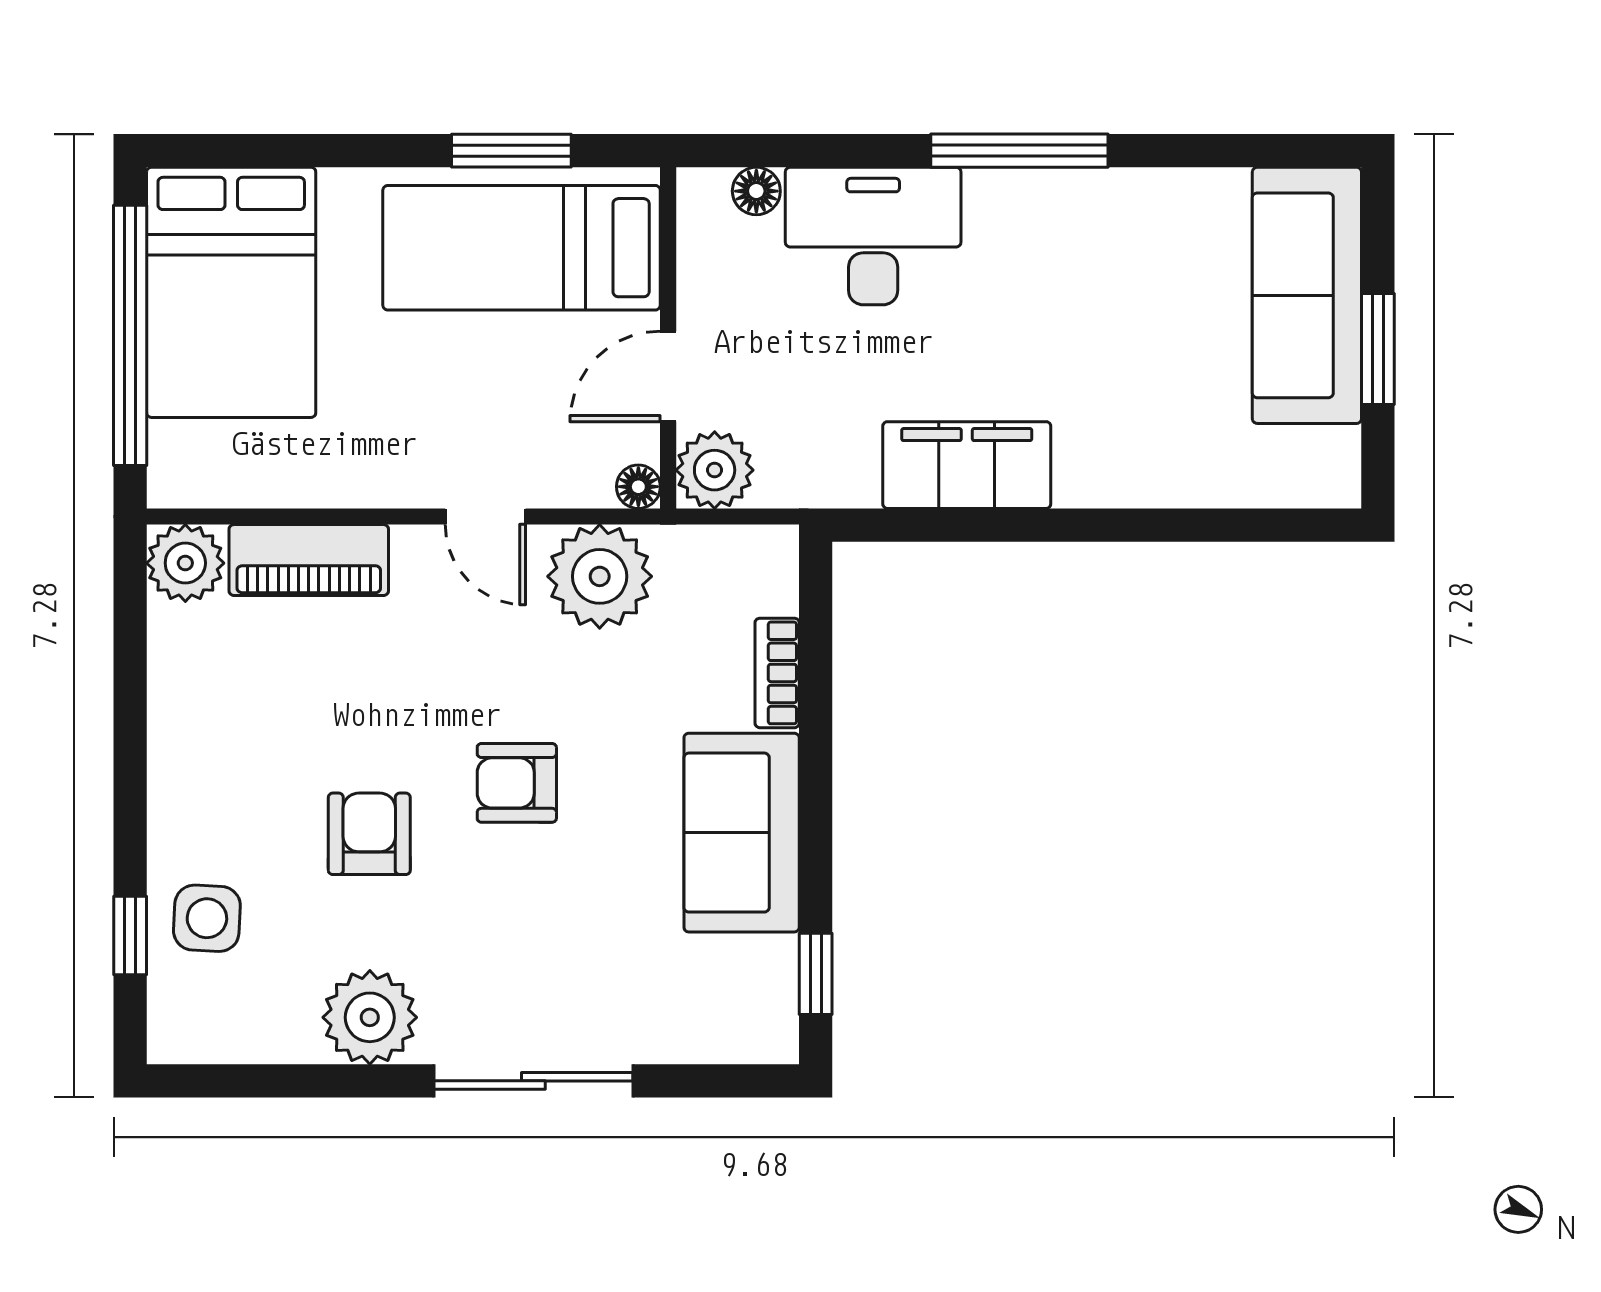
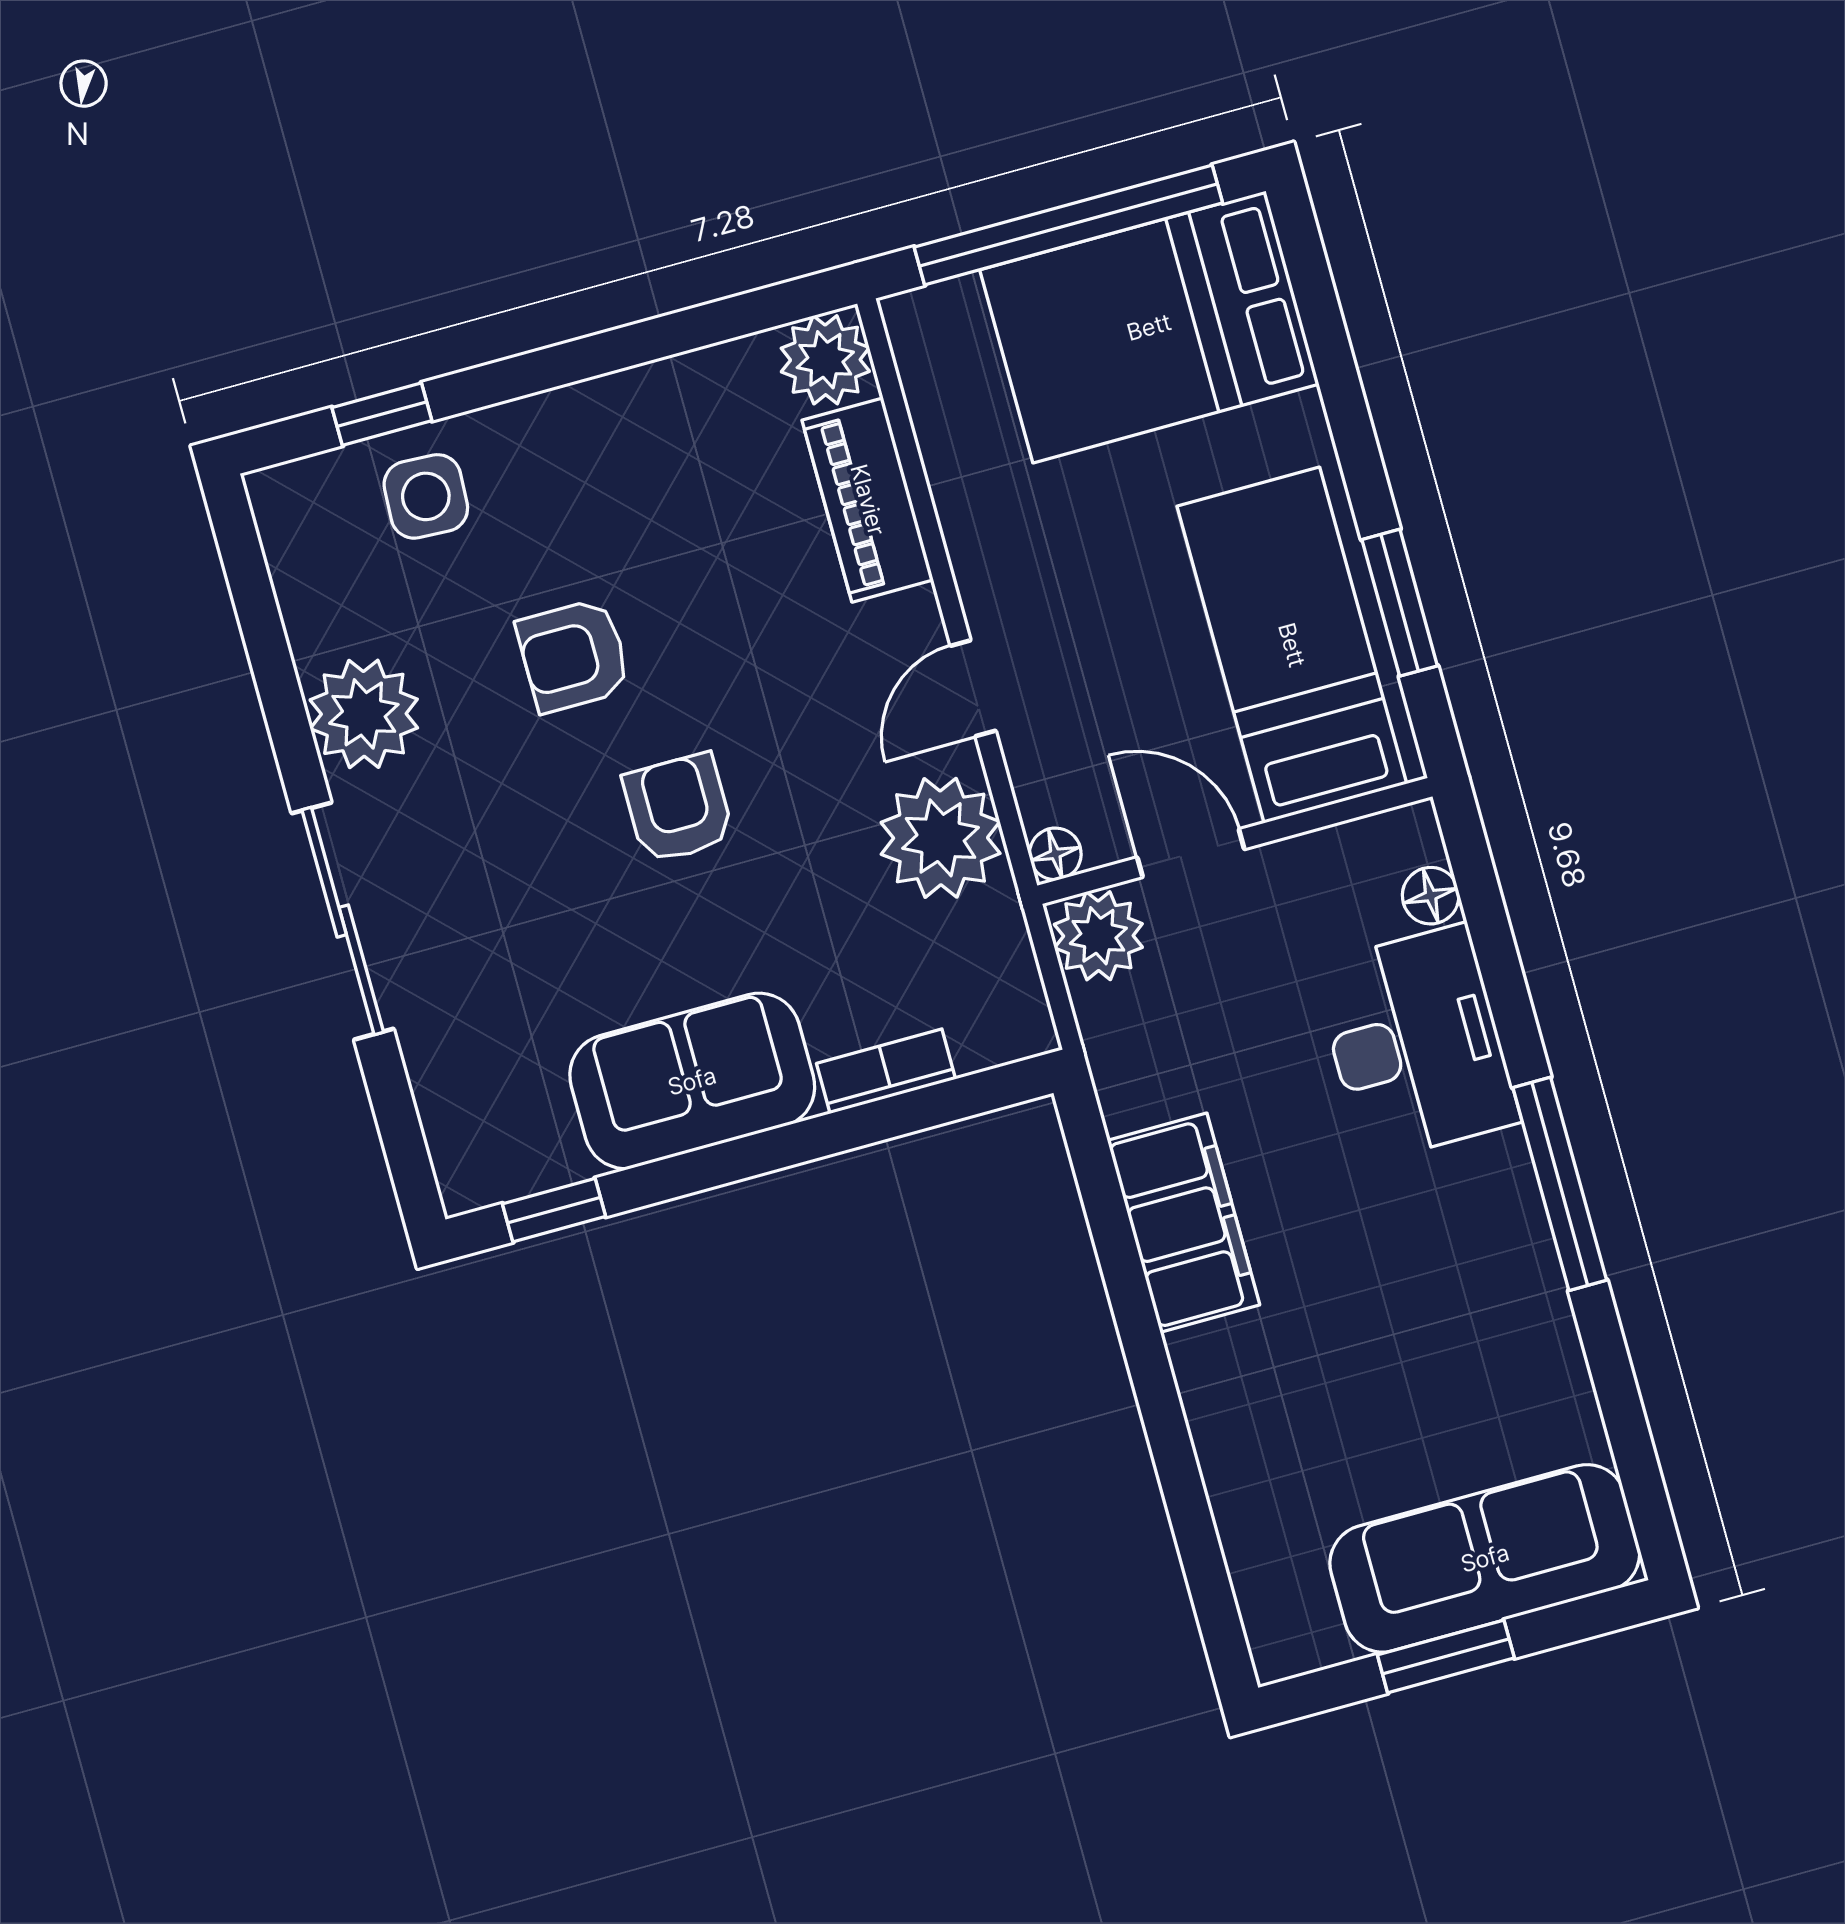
armchair: (369, 834) -> (574, 656), turned 180

